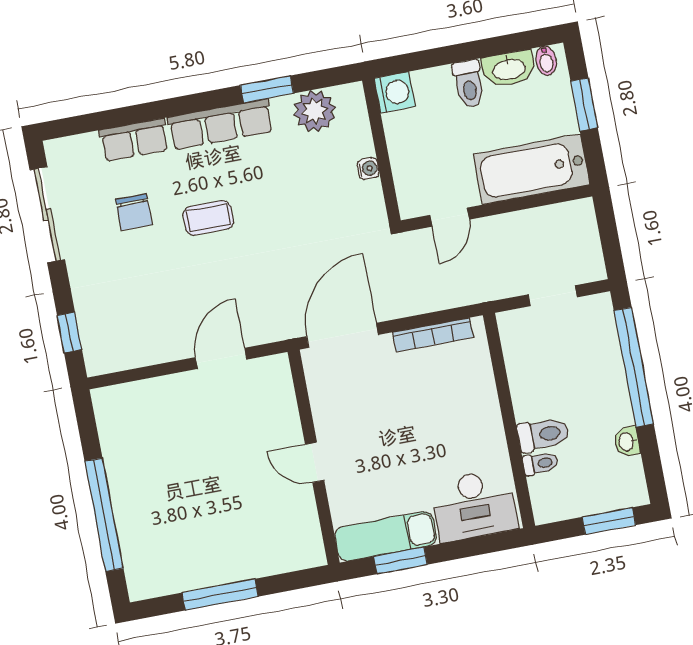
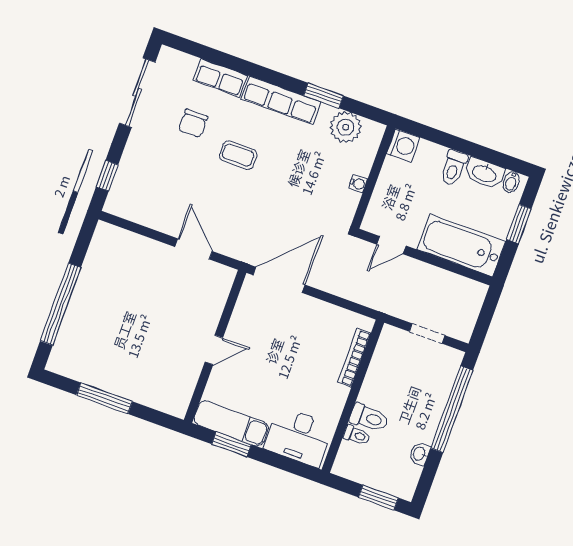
bookcase: (433, 335) -> (354, 358), moved, turned 90
door: (221, 358) -> (193, 249), hinge flipped
door: (315, 462) -> (214, 350), swing flipped

